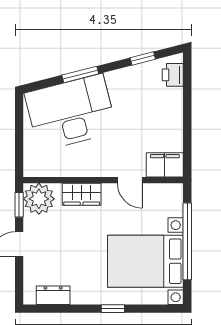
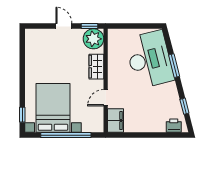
dresser: (53, 295) -> (31, 48), removed
window: (113, 309) -> (22, 115), moved

